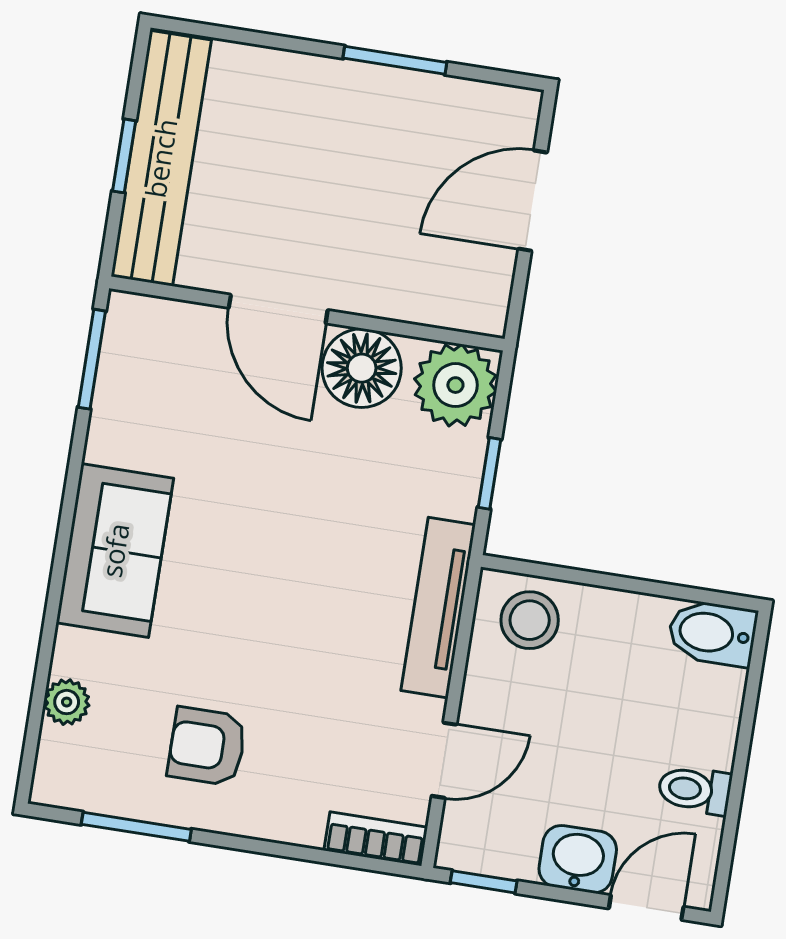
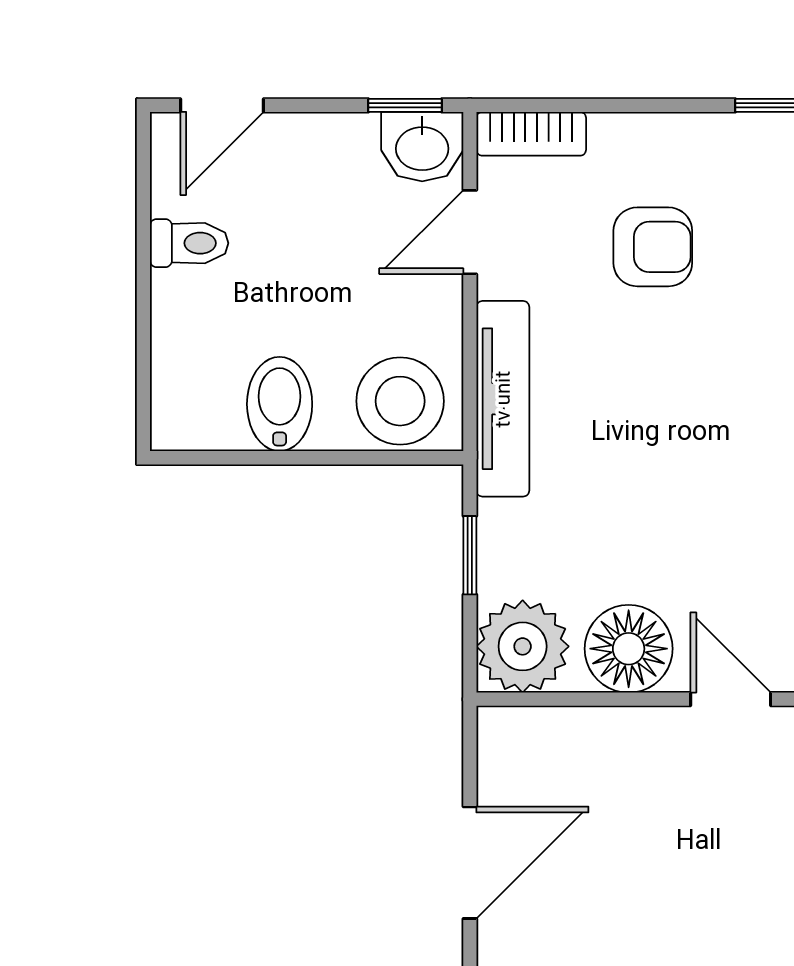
door: (278, 309) -> (731, 699), width x0.73
stool: (530, 620) -> (400, 401), width x1.38, depth x1.38
bidet: (712, 633) -> (280, 404), moved, turned -90
armchair: (207, 746) -> (653, 247), moved
washbasin: (578, 859) -> (422, 147), moved

